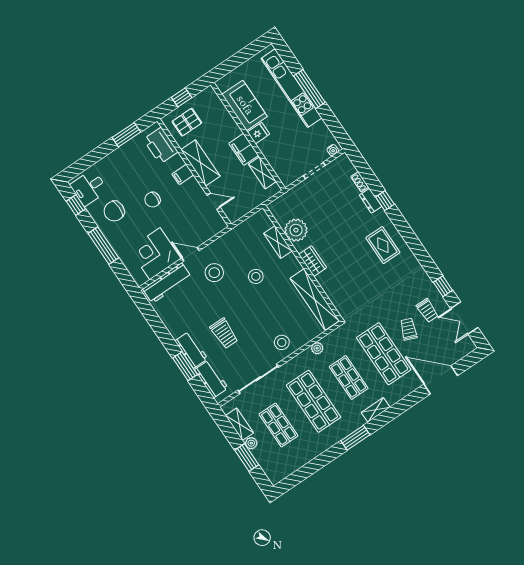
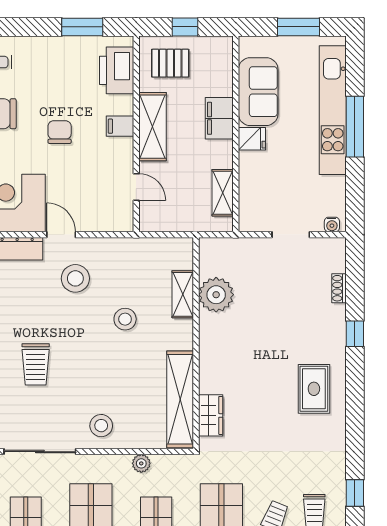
window: (243, 56) -> (299, 27), added
filing cabinet: (244, 149) -> (219, 118), moved
chair: (152, 200) -> (60, 132), turned 90
dresser: (371, 201) -> (336, 322), removed
wardrobe: (313, 261) -> (211, 415), moved

